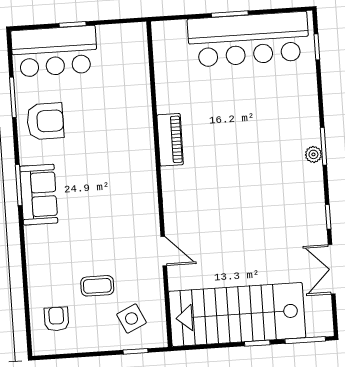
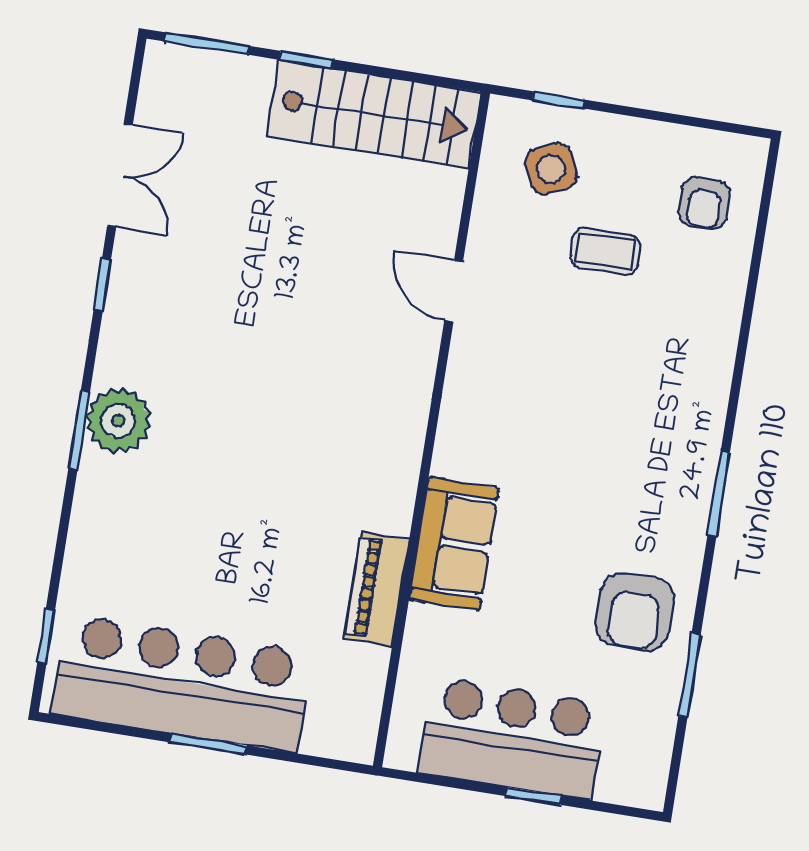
bar counter: (54, 51) -> (512, 738), moved
armchair: (45, 121) -> (635, 611), turned -90
piano: (170, 140) -> (377, 589), moved
plant: (313, 154) -> (118, 421), width x1.88, depth x1.88
sofa: (39, 195) -> (454, 544), moved, turned 180
stairs: (237, 314) -> (374, 114), width x0.73, depth x0.66

